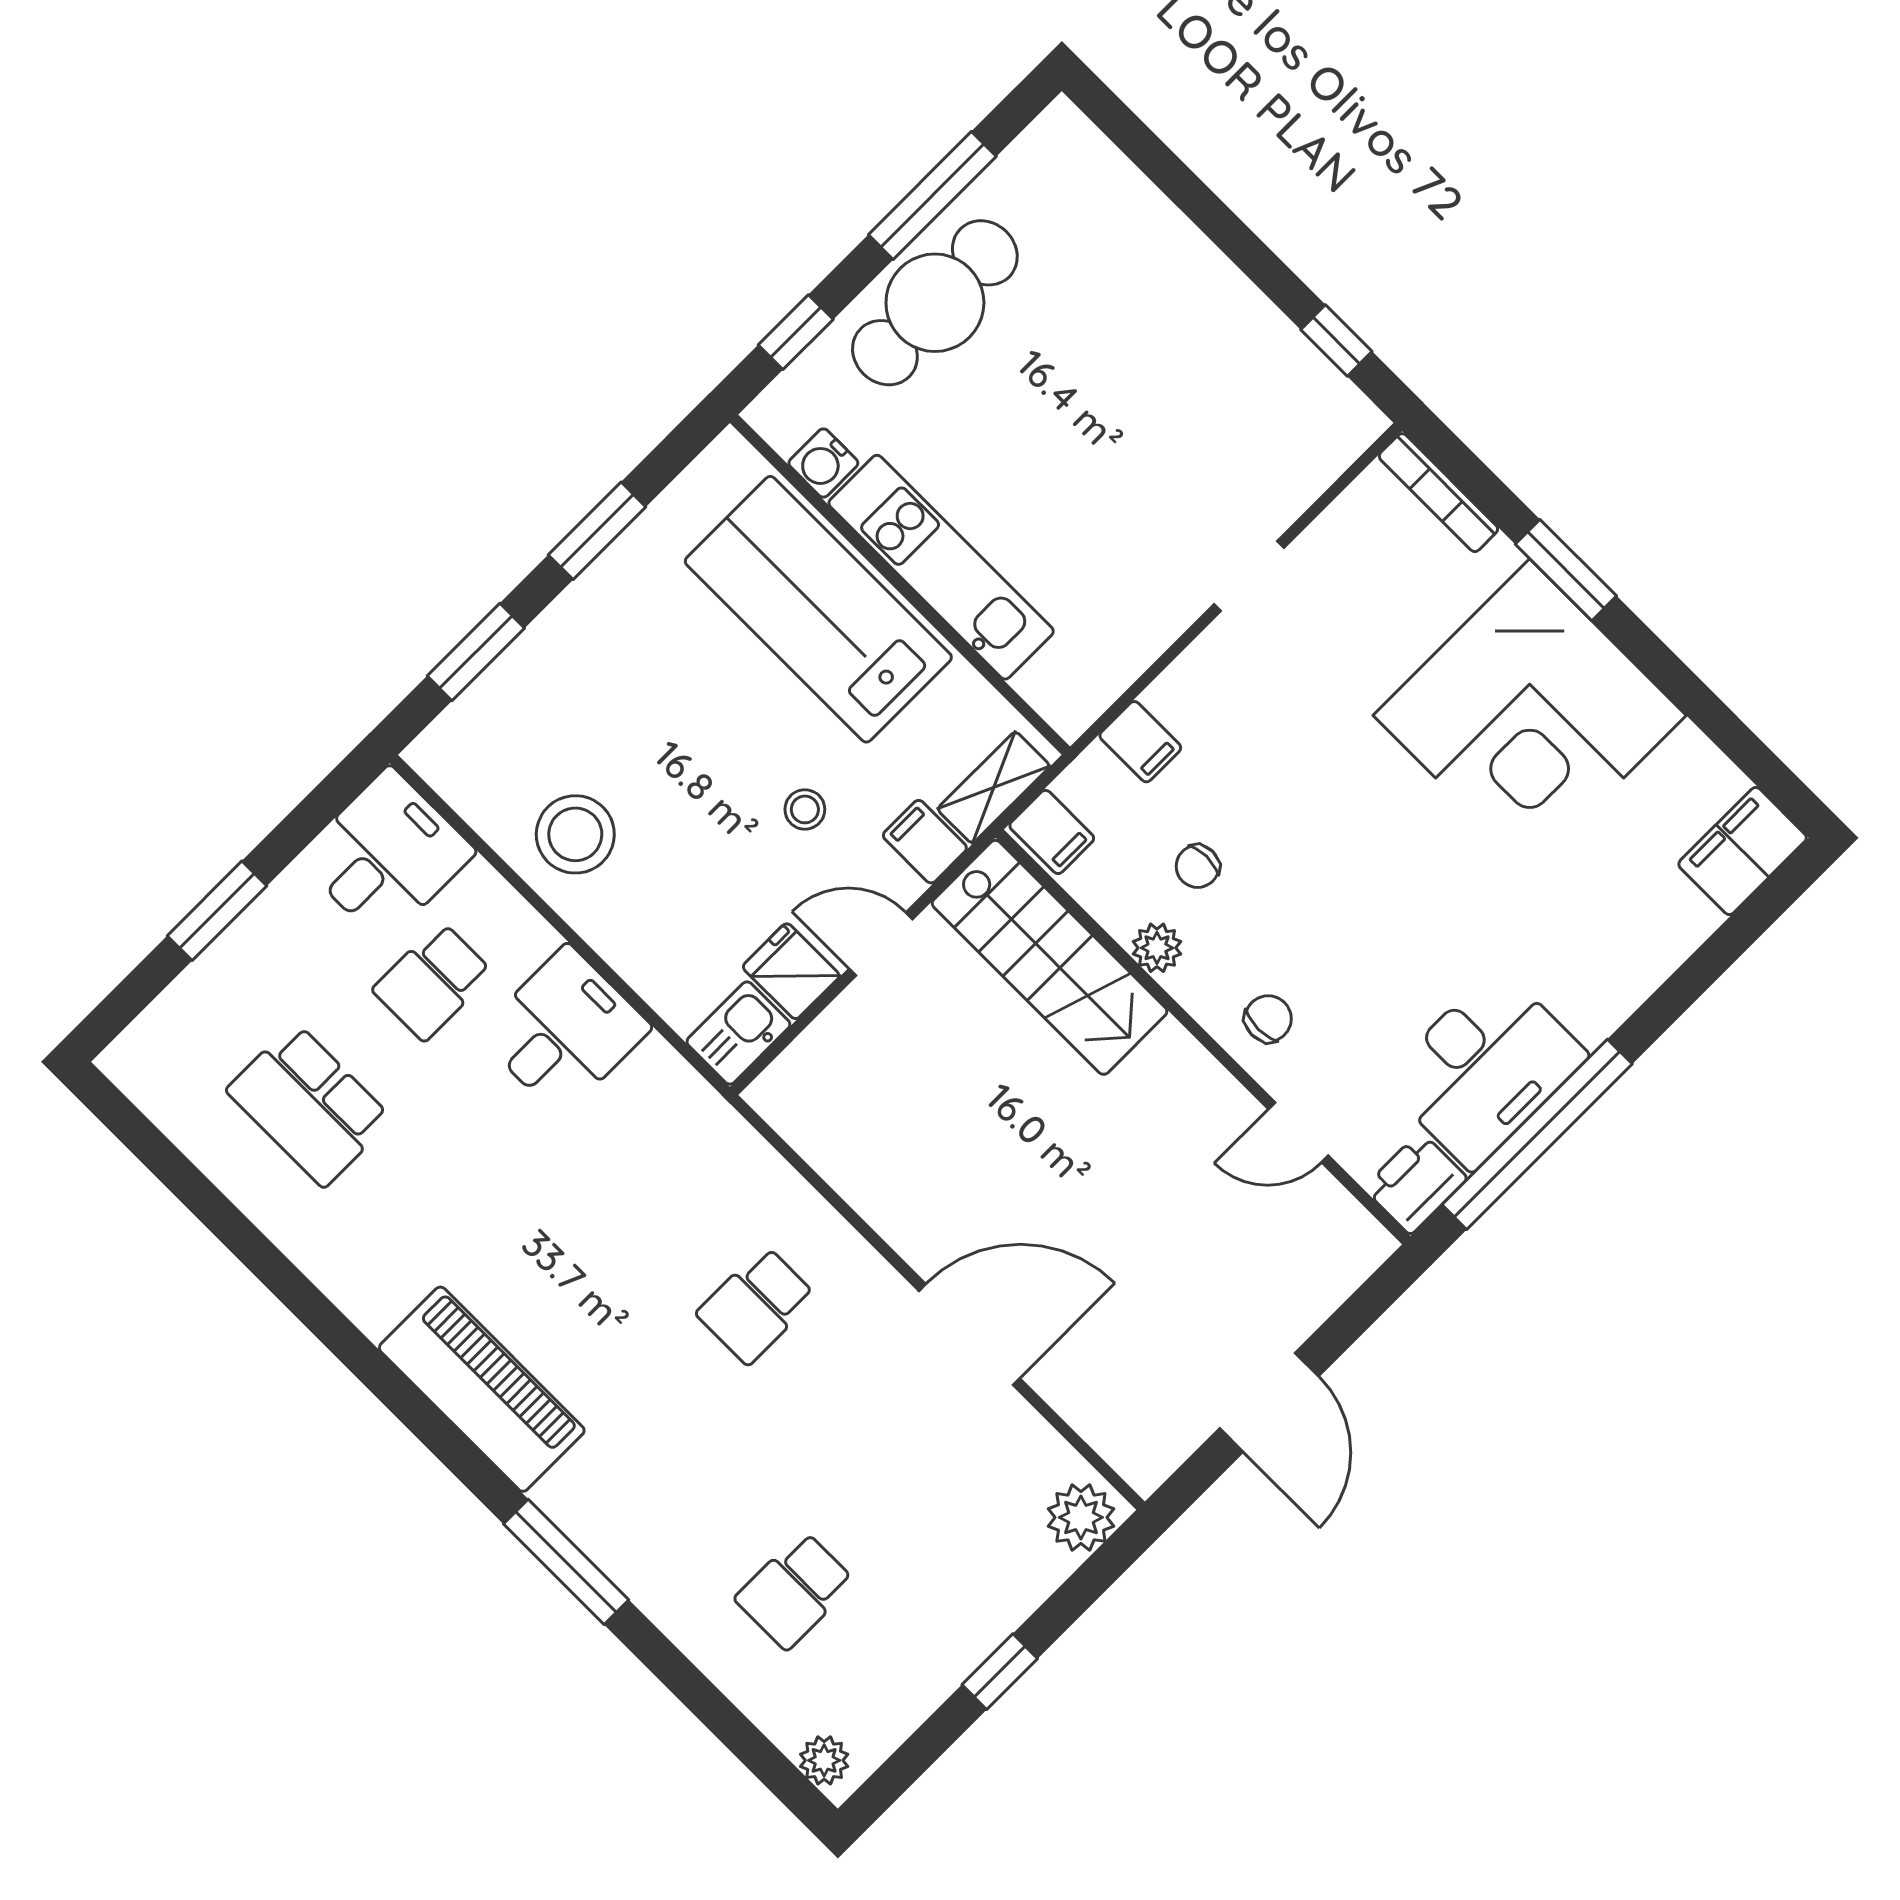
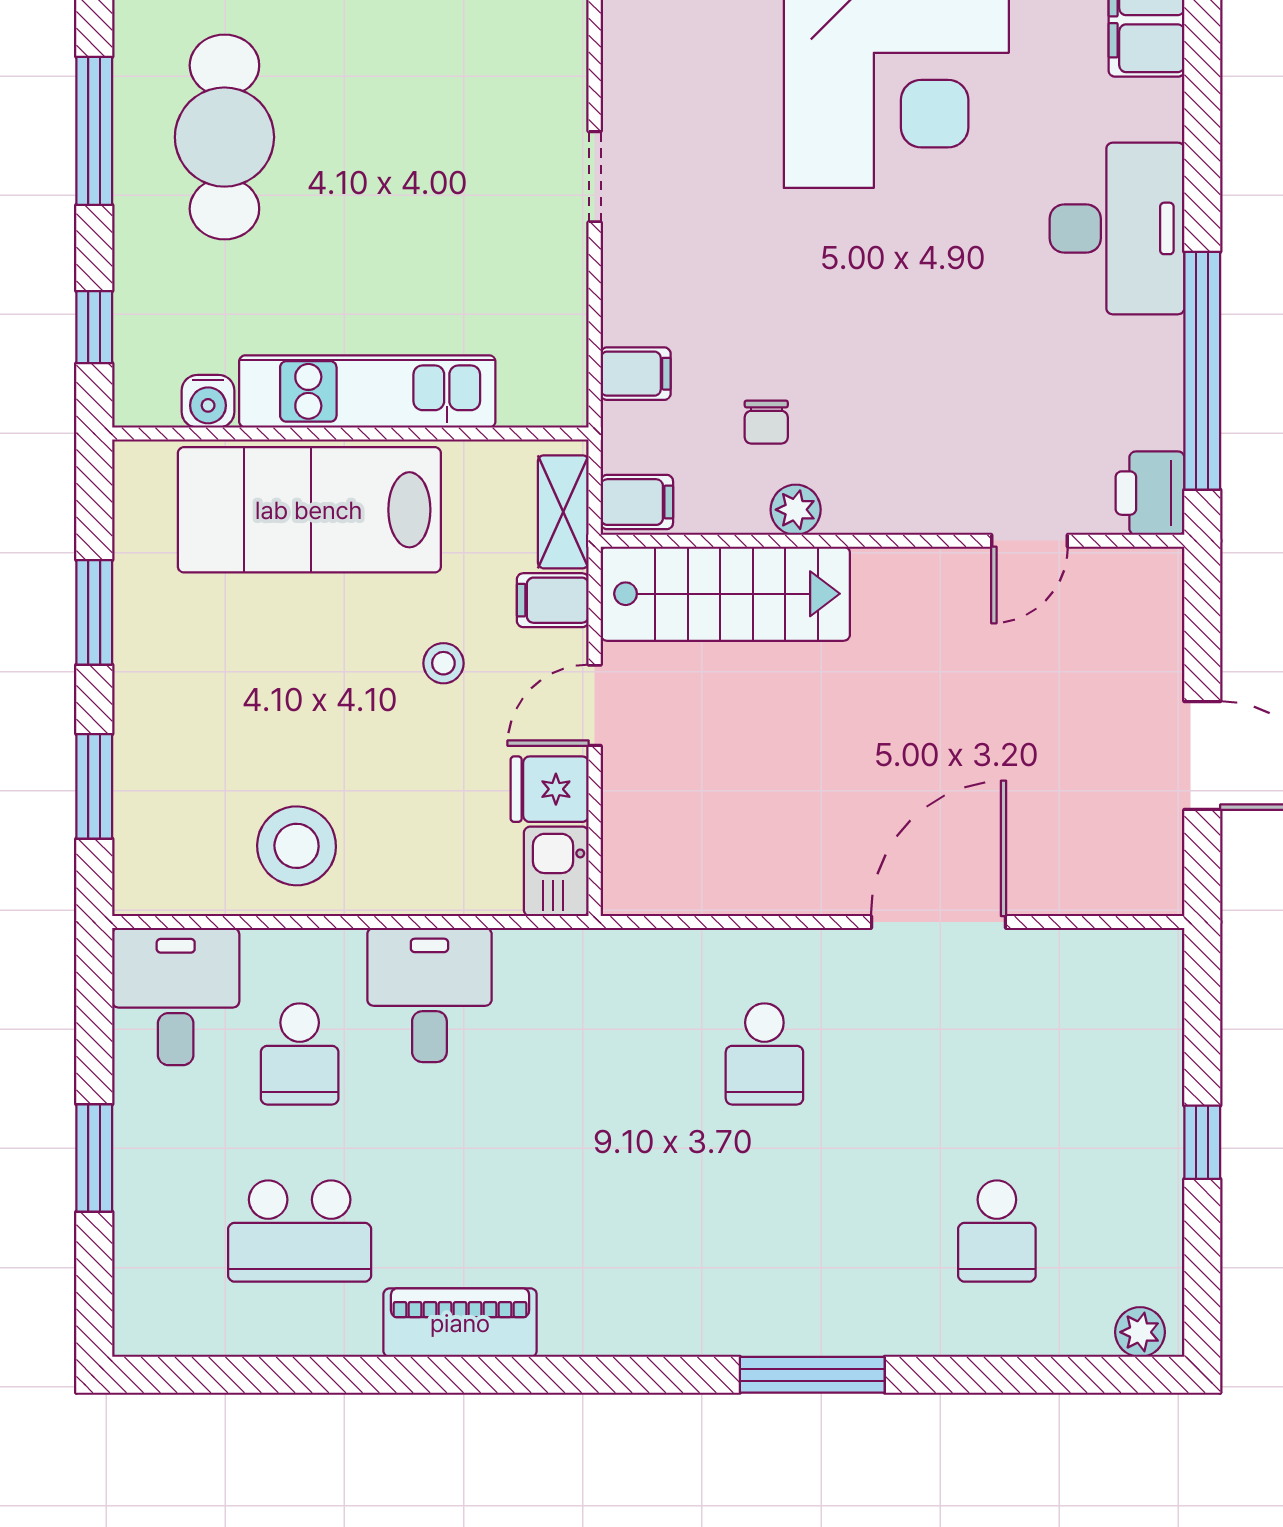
cafe table: (935, 303) -> (224, 137), moved
chair: (1268, 1019) -> (926, 481), removed
desk: (1485, 1068) -> (1117, 228), moved
piano: (482, 1389) -> (460, 1323), moved, width x0.73, depth x0.75
plant: (1081, 1517) -> (1150, 973), removed

